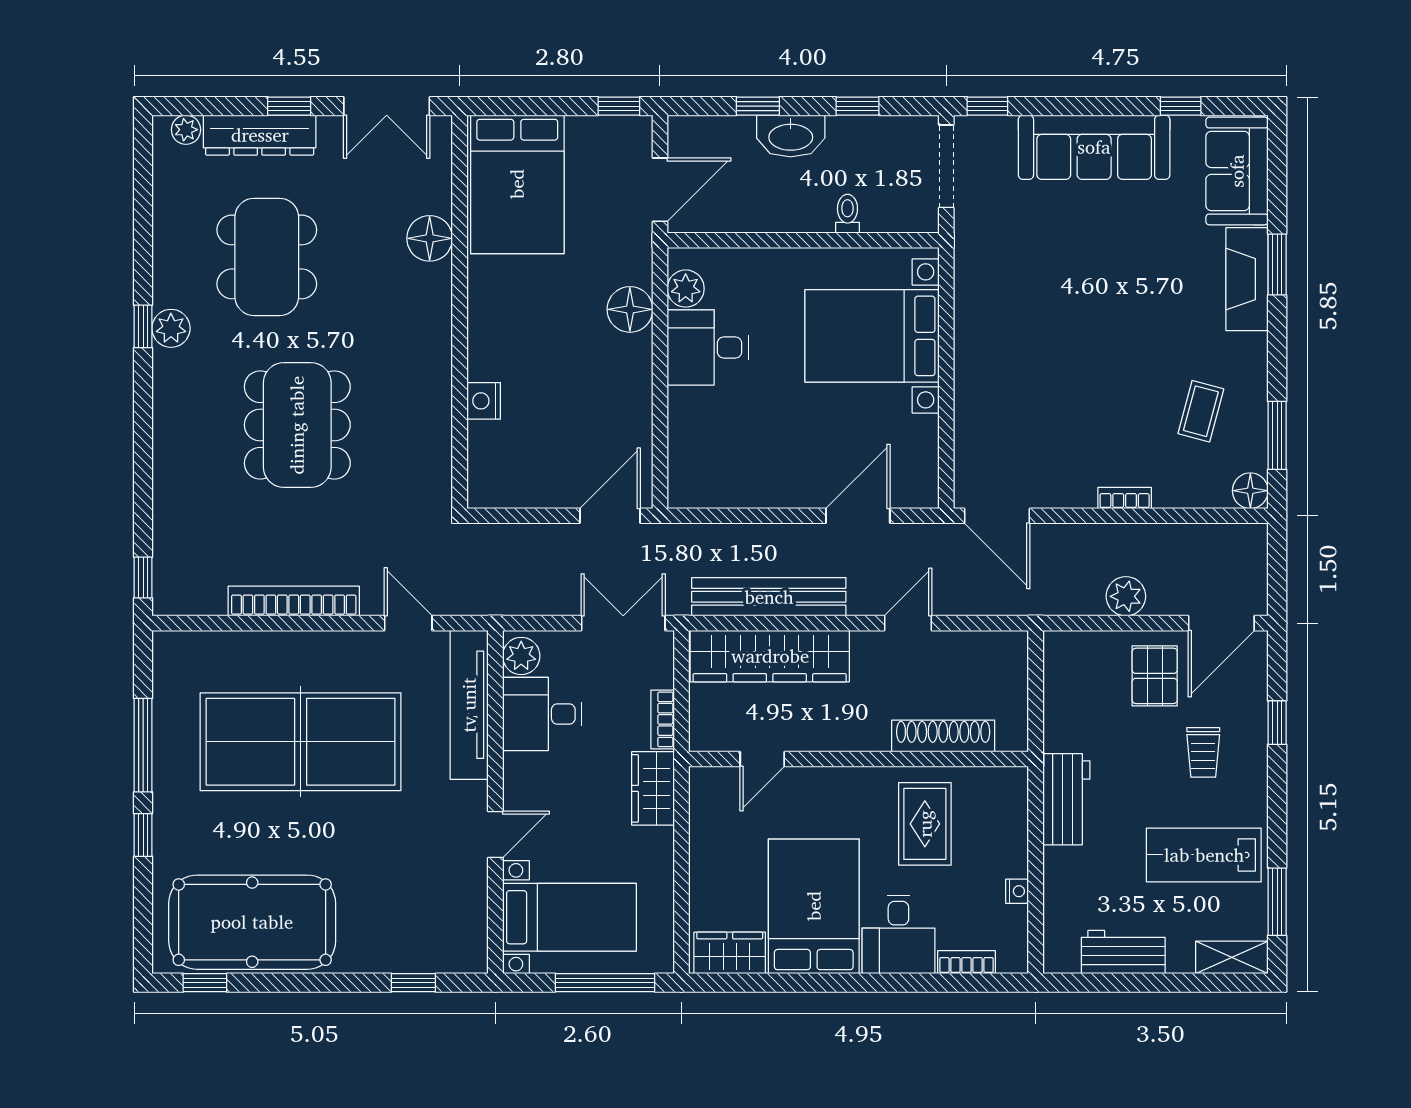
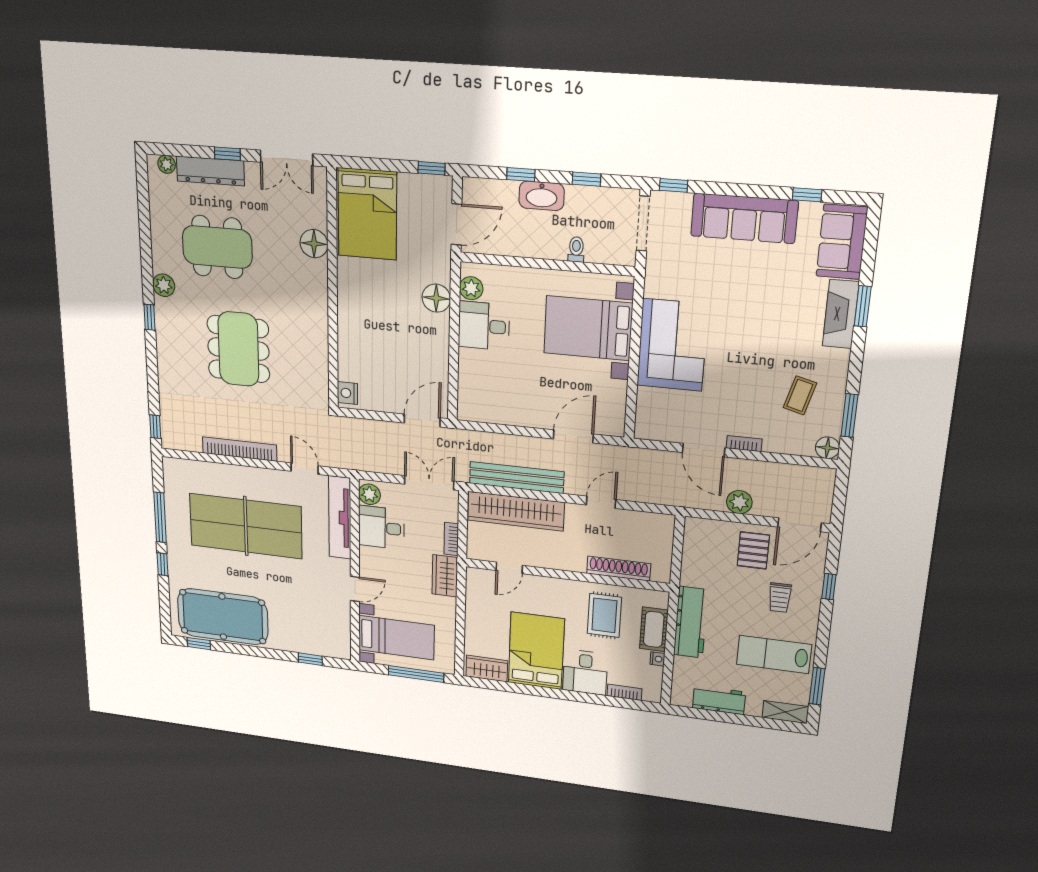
dining table: (267, 257) -> (217, 247), turned 90
window: (143, 326) -> (149, 317), moved
corner sofa: (1003, 350) -> (672, 345), added
nightstand: (484, 401) -> (347, 393), moved
door: (997, 516) -> (704, 450), moved
workbench: (1066, 799) -> (691, 622), width x1.38
cot: (1007, 838) -> (654, 629), added

